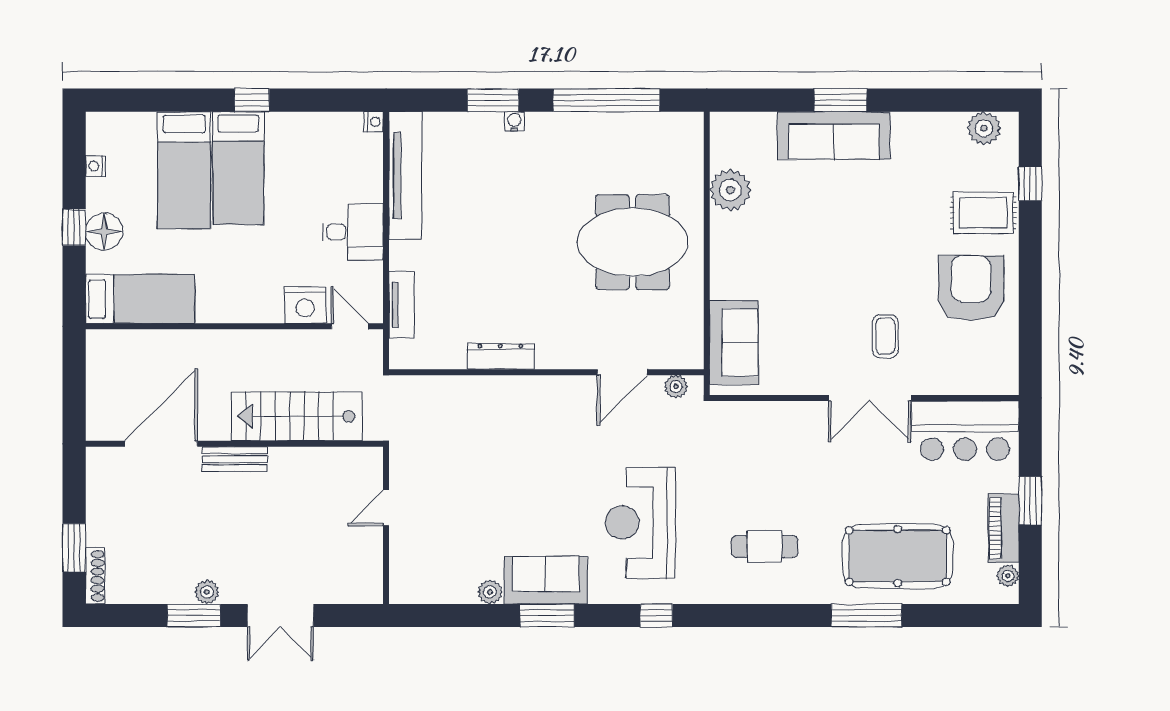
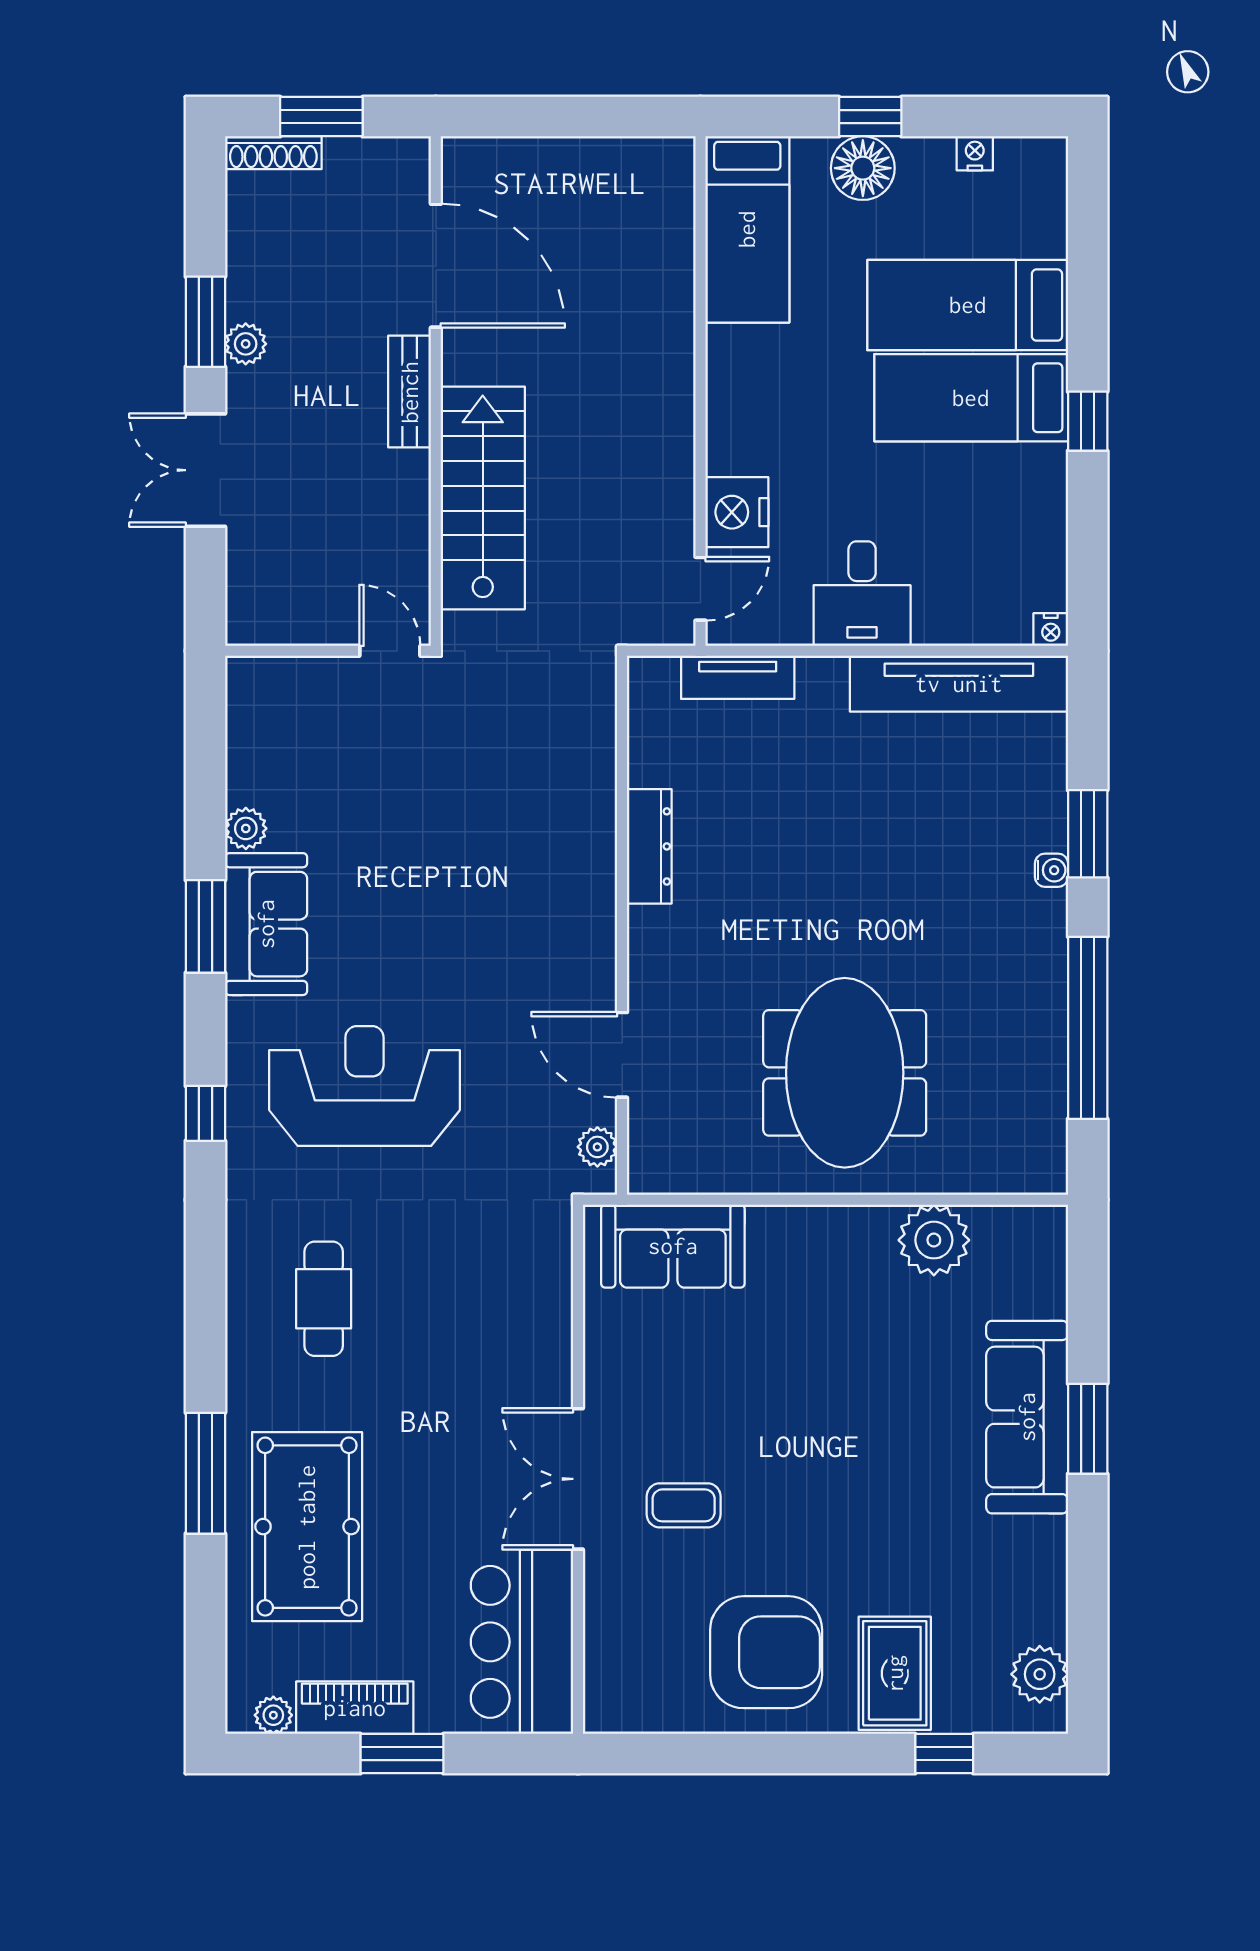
stairs: (297, 416) -> (483, 498), moved
door: (161, 444) -> (436, 266), moved
wall: (234, 444) -> (436, 391), moved
bench: (235, 459) -> (410, 392), moved

